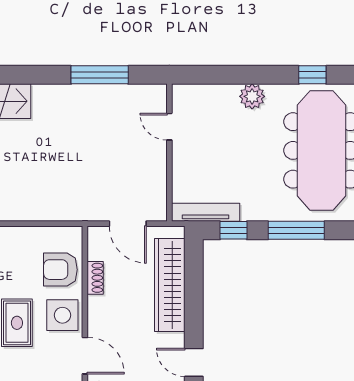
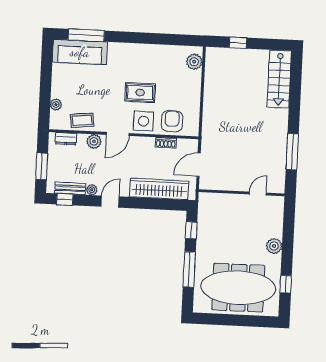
tv unit: (206, 212) -> (203, 213), removed

